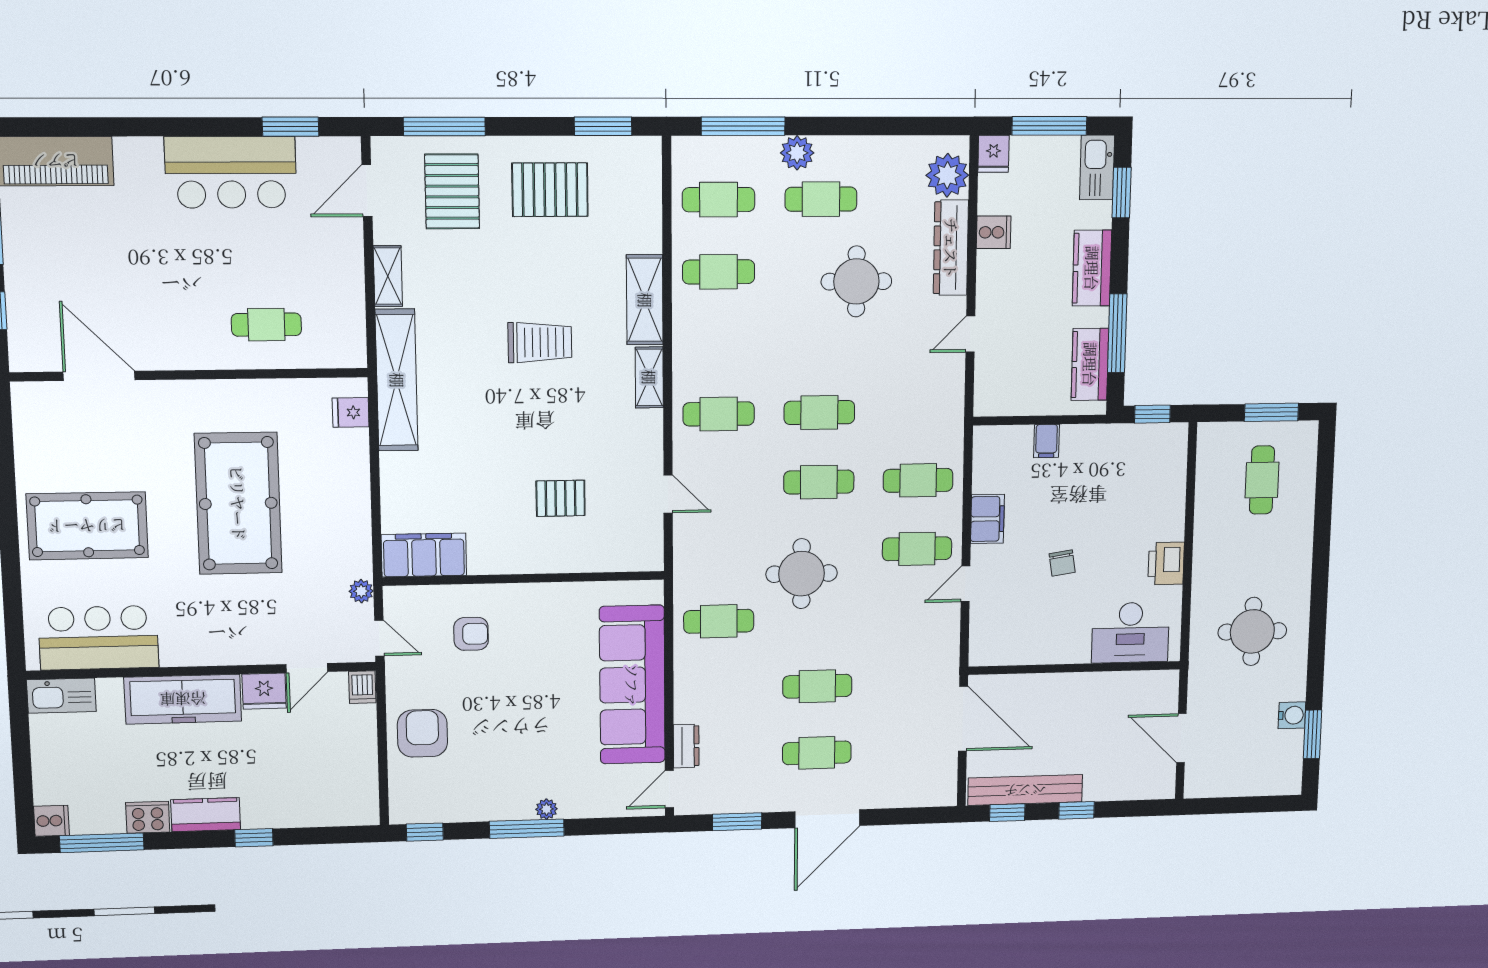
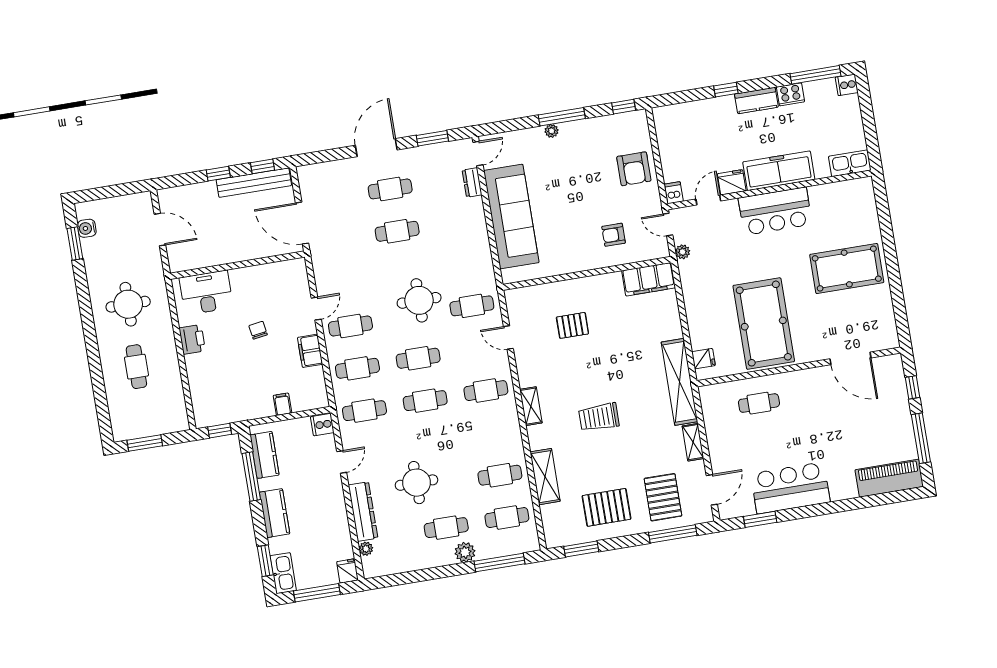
plant: (947, 175) -> (366, 549), width x0.53, depth x0.53
cooker: (994, 232) -> (322, 425), moved
shelving: (645, 300) -> (545, 477), moved
cafe table: (919, 411) -> (364, 411), added
cafe table: (1262, 480) -> (136, 367), moved
pool table: (238, 503) -> (764, 324), moved
cafe table: (719, 621) -> (472, 306), moved
bar counter: (98, 638) -> (775, 211), moved
water cooler: (1292, 715) -> (87, 228), moved

